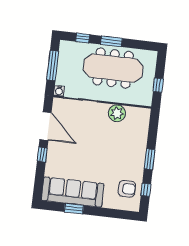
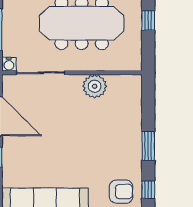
window: (158, 85) -> (148, 21), moved

